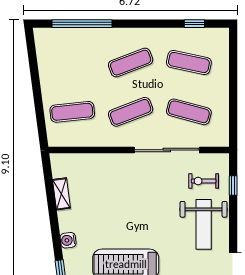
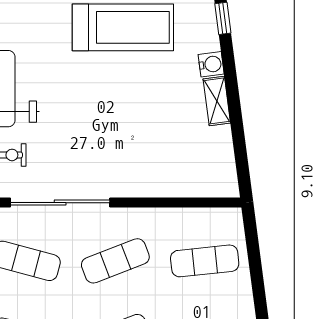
shelving: (61, 194) -> (217, 101), moved

